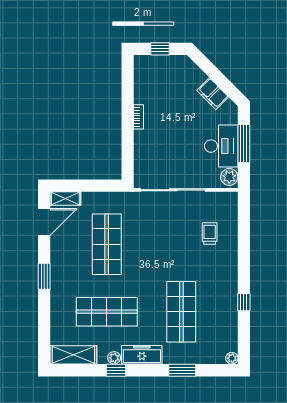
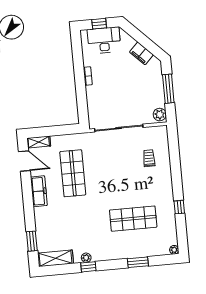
desk: (221, 146) -> (104, 40), moved, turned -90
door: (44, 222) -> (24, 161), hinge flipped
window: (44, 276) -> (32, 241), moved
shop shelf: (107, 312) -> (77, 224), removed
shop shelf: (181, 312) -> (133, 219), turned 90
freezer: (142, 355) -> (39, 191), moved, turned 90

